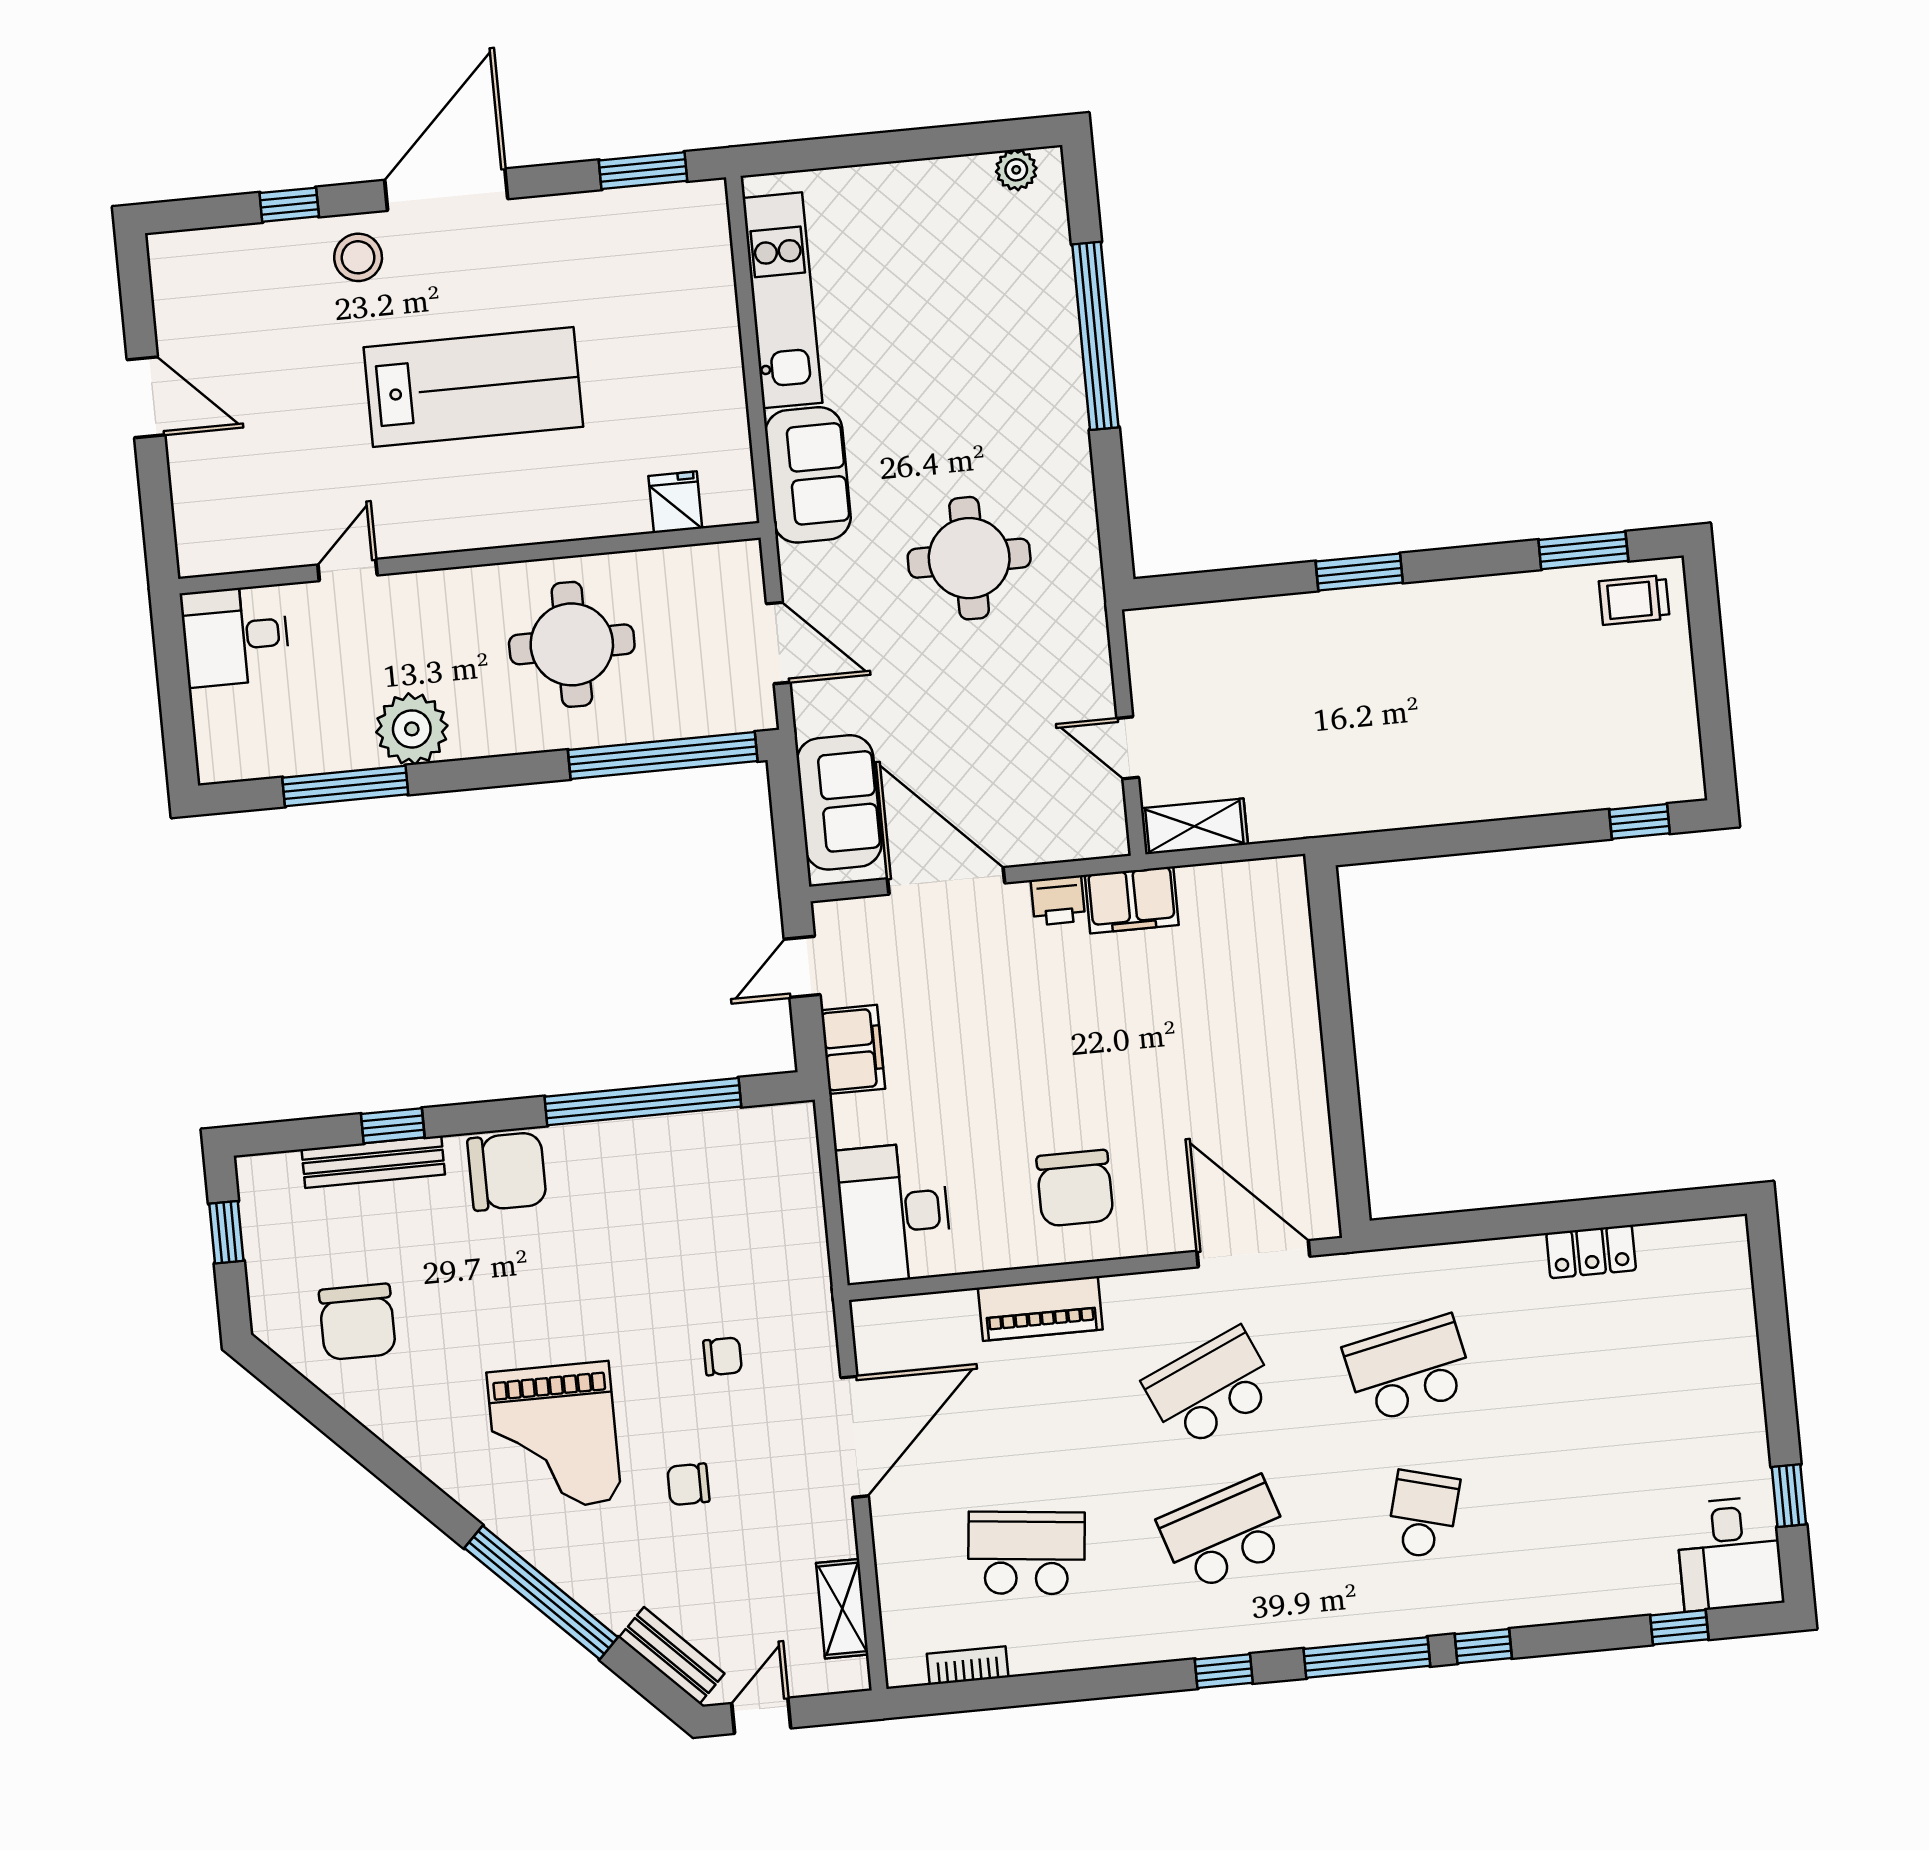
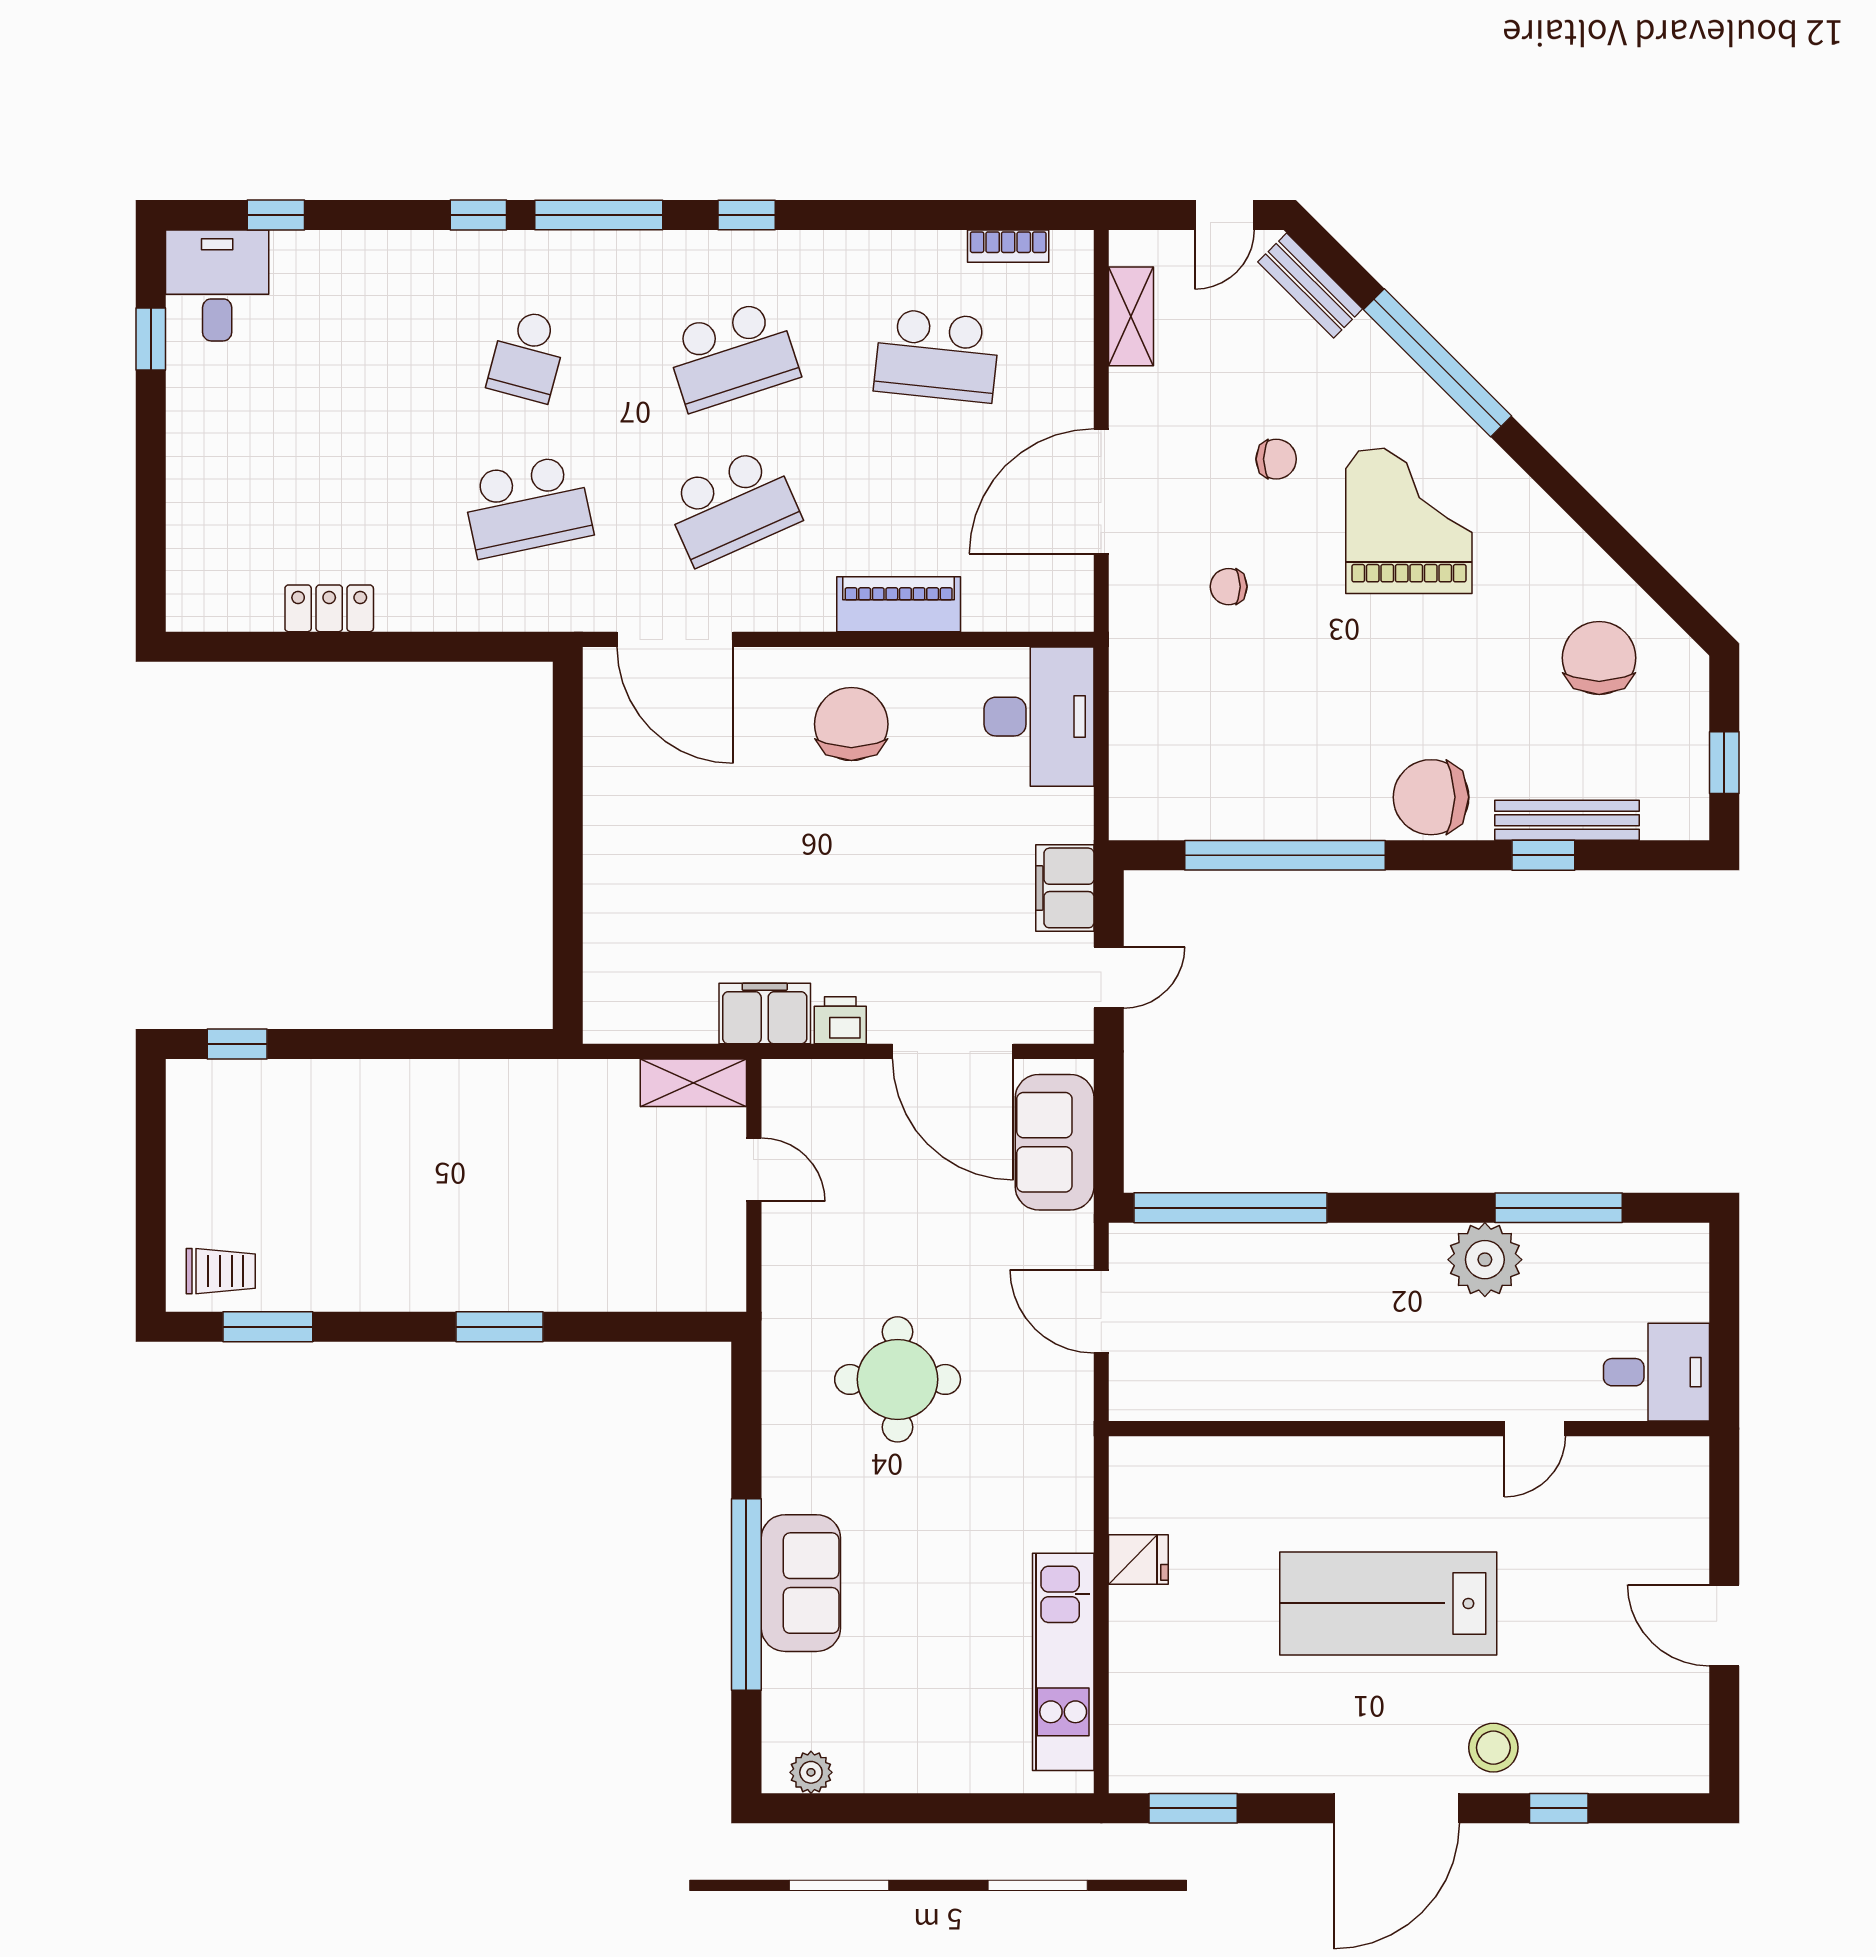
sofa: (808, 475) -> (801, 1583), moved, turned 180
fridge: (675, 502) -> (1138, 1559), moved, turned -90
round table: (572, 644) -> (1313, 1330), removed

